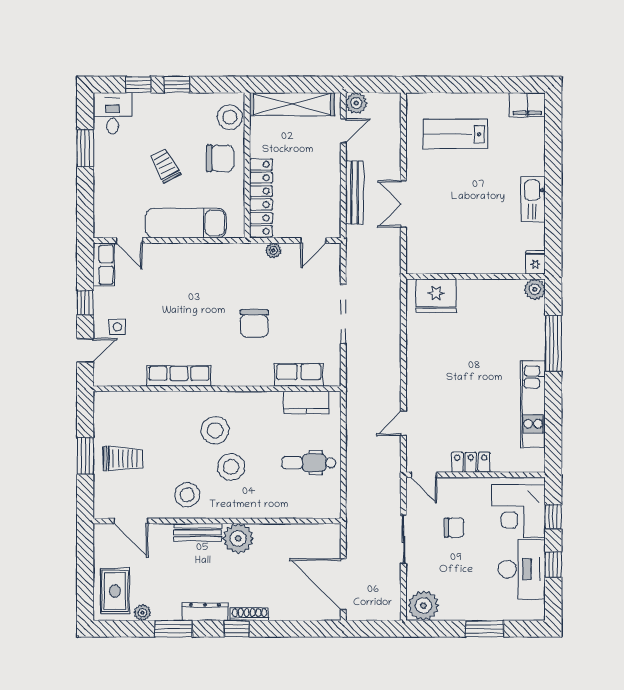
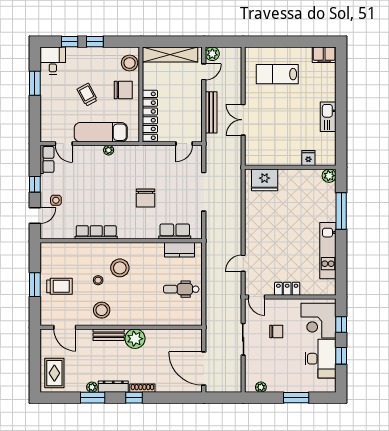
plant: (273, 250) -> (109, 150), moved
fridge: (535, 262) -> (308, 158), moved
stool: (231, 467) -> (98, 280), moved, width x0.53, depth x0.53
plant: (423, 606) -> (261, 387), width x0.53, depth x0.53
plant: (142, 613) -> (92, 387), moved

